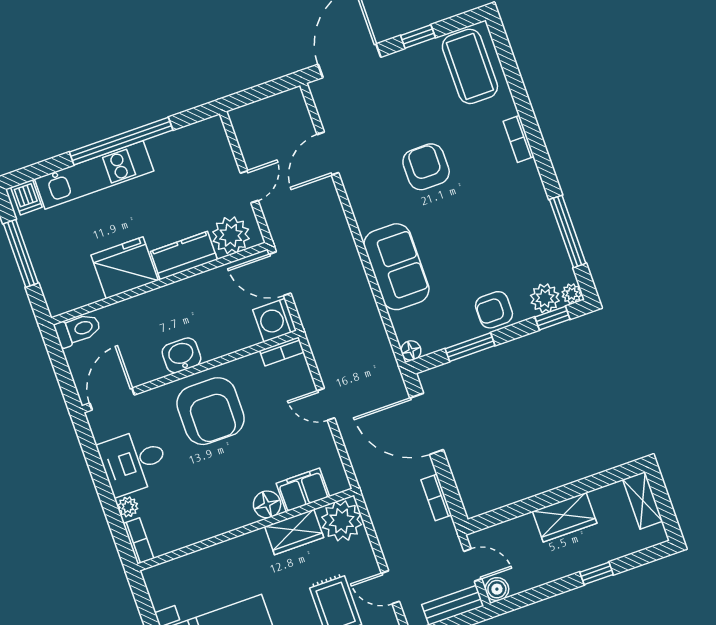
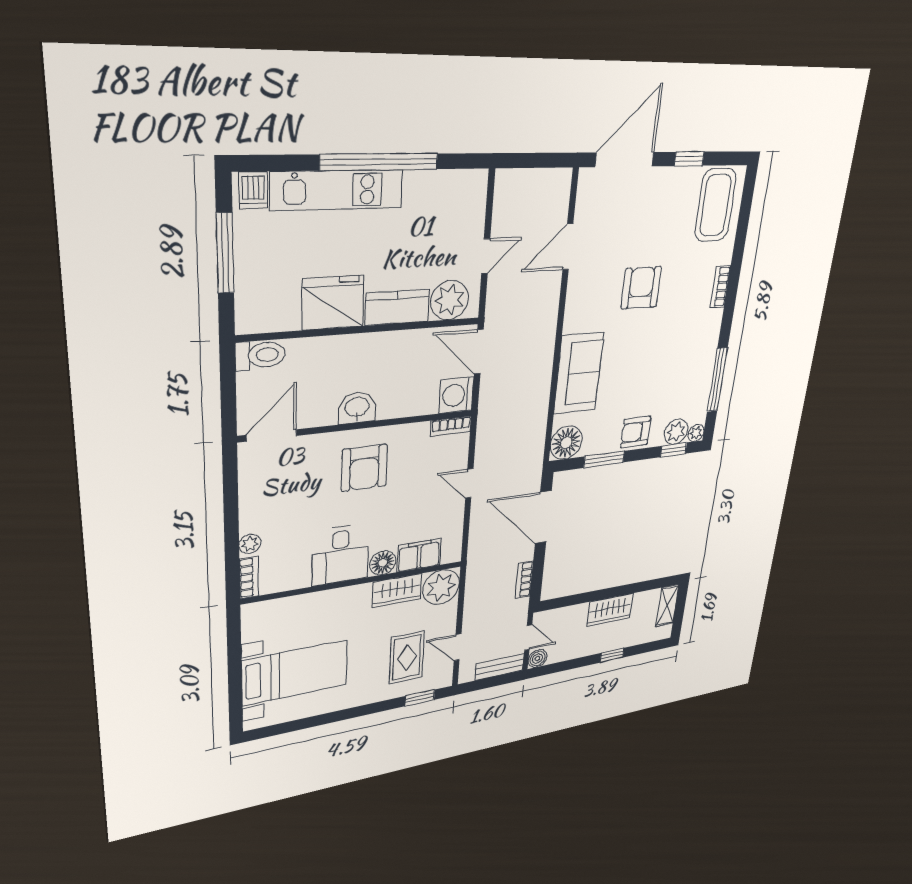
floor lamp: (411, 351) -> (566, 443), width x1.89, depth x1.89
armchair: (211, 411) -> (364, 468), width x0.73, depth x0.73
desk: (134, 462) -> (341, 555), moved, turned -90

